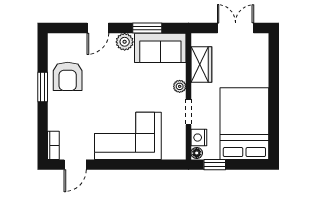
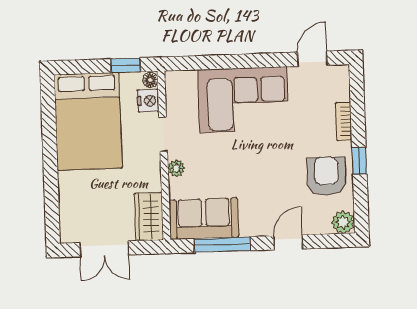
window: (147, 28) -> (222, 245), width x1.44
plant: (125, 42) -> (343, 222), moved
wardrobe: (201, 64) -> (149, 217), moved
window: (43, 87) -> (359, 161), width x0.67
bookcase: (53, 145) -> (344, 121), moved

